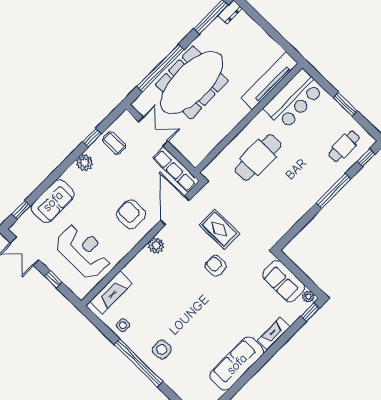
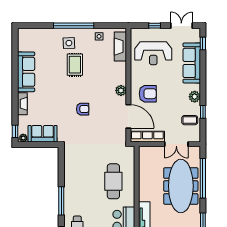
sofa: (53, 201) -> (192, 63), width x1.36
rug: (219, 229) -> (75, 65), moved, turned 90

